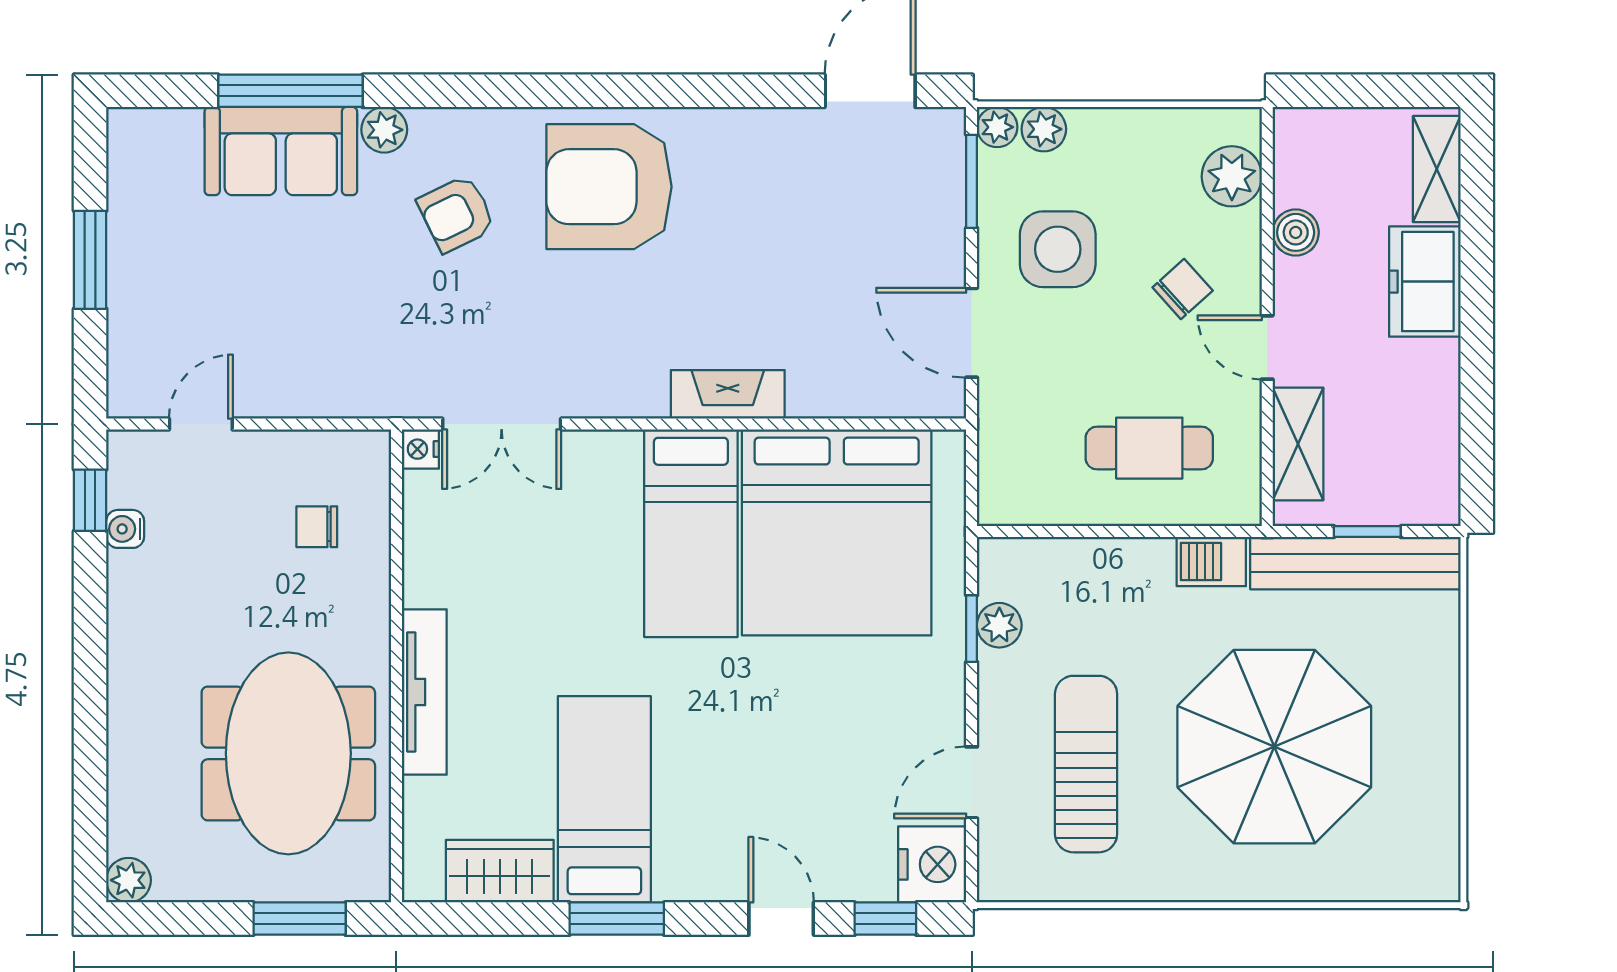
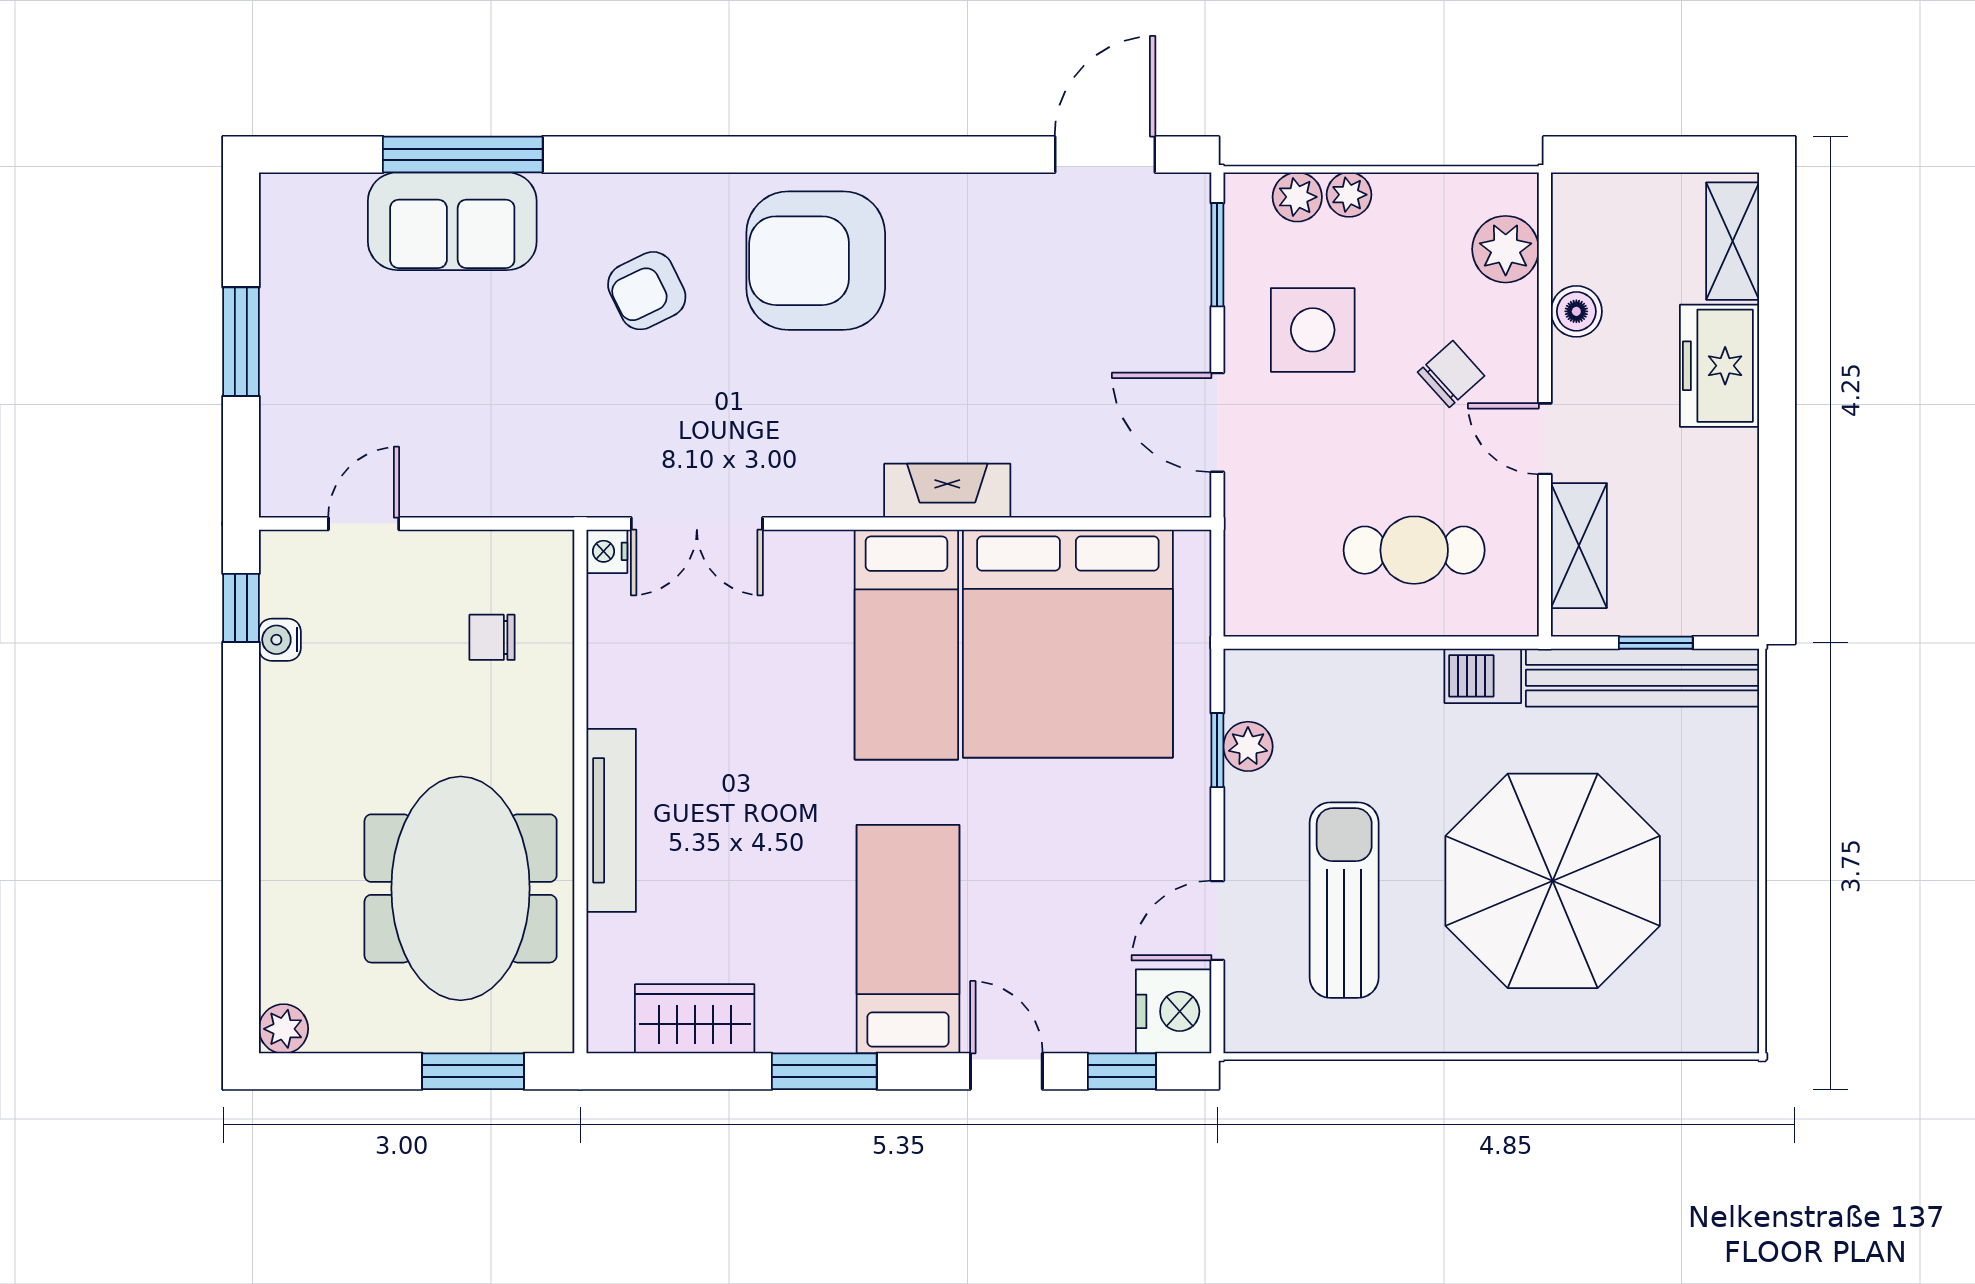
plant: (997, 127) -> (1349, 195), moved
plant: (384, 130) -> (567, 198), removed
bed: (604, 799) -> (908, 939), moved

